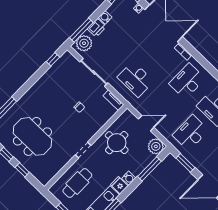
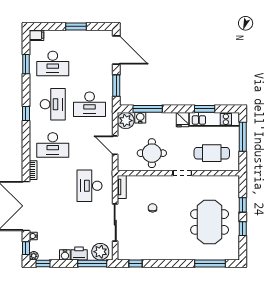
desk: (136, 79) -> (90, 186), turned 180
water cooler: (129, 178) -> (140, 118), moved

